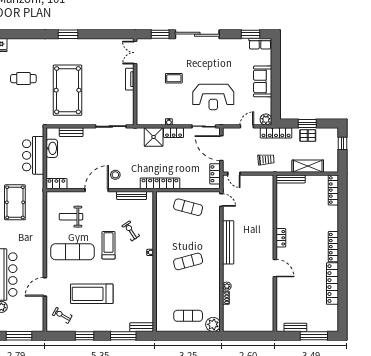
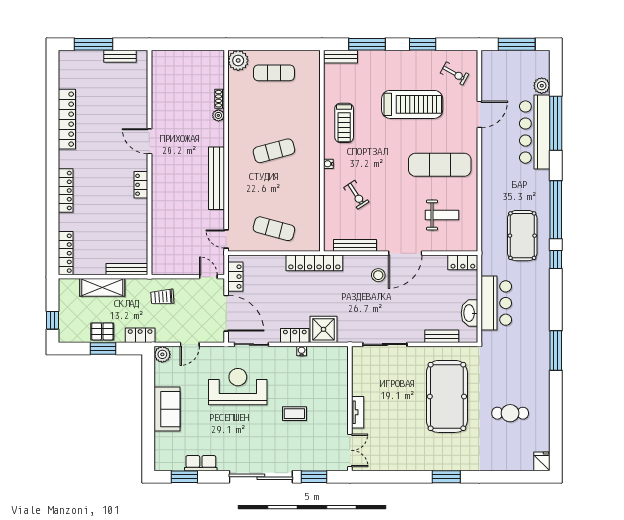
row of seats: (260, 44) -> (201, 463), moved
locker: (276, 133) -> (140, 335), width x0.66
treadmill: (109, 245) -> (344, 123), moved
locker: (333, 247) -> (66, 191), moved

